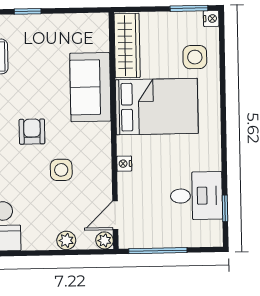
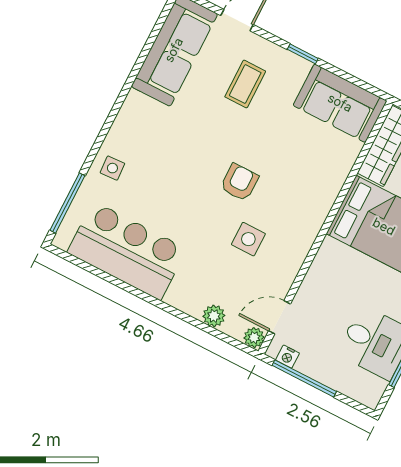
sofa: (90, 87) -> (340, 103), moved, turned -90
nightstand: (124, 164) -> (288, 357), moved, turned -90

